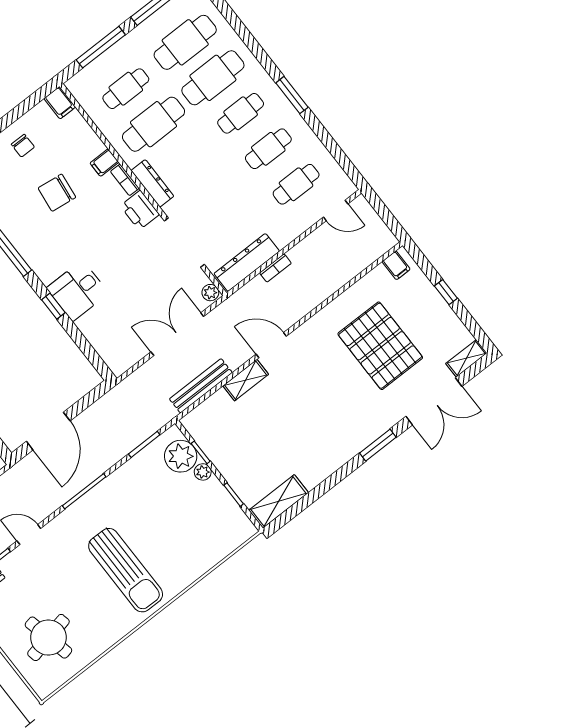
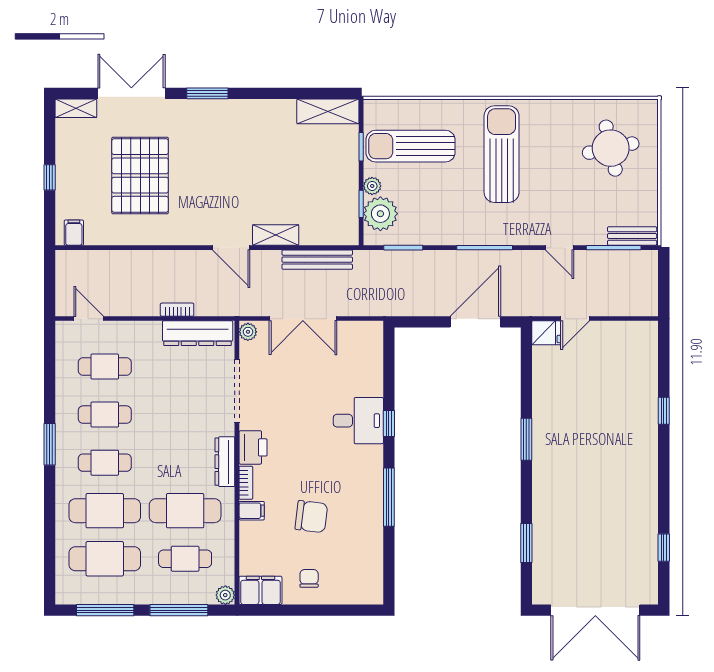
plant: (75, 85) -> (225, 595), added
filing cabinet: (60, 103) -> (260, 590), width x2.00
sun lounger: (197, 523) -> (411, 146), added

